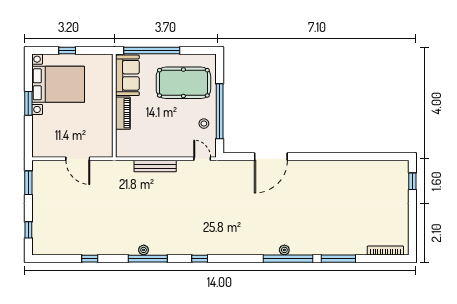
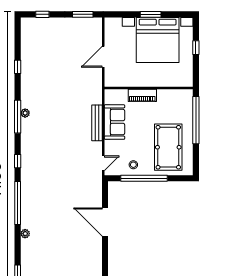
sofa: (127, 75) -> (114, 122), moved, turned -90
bed with nightstands: (58, 84) -> (158, 40), width x1.36
window: (288, 259) -> (18, 203), moved

